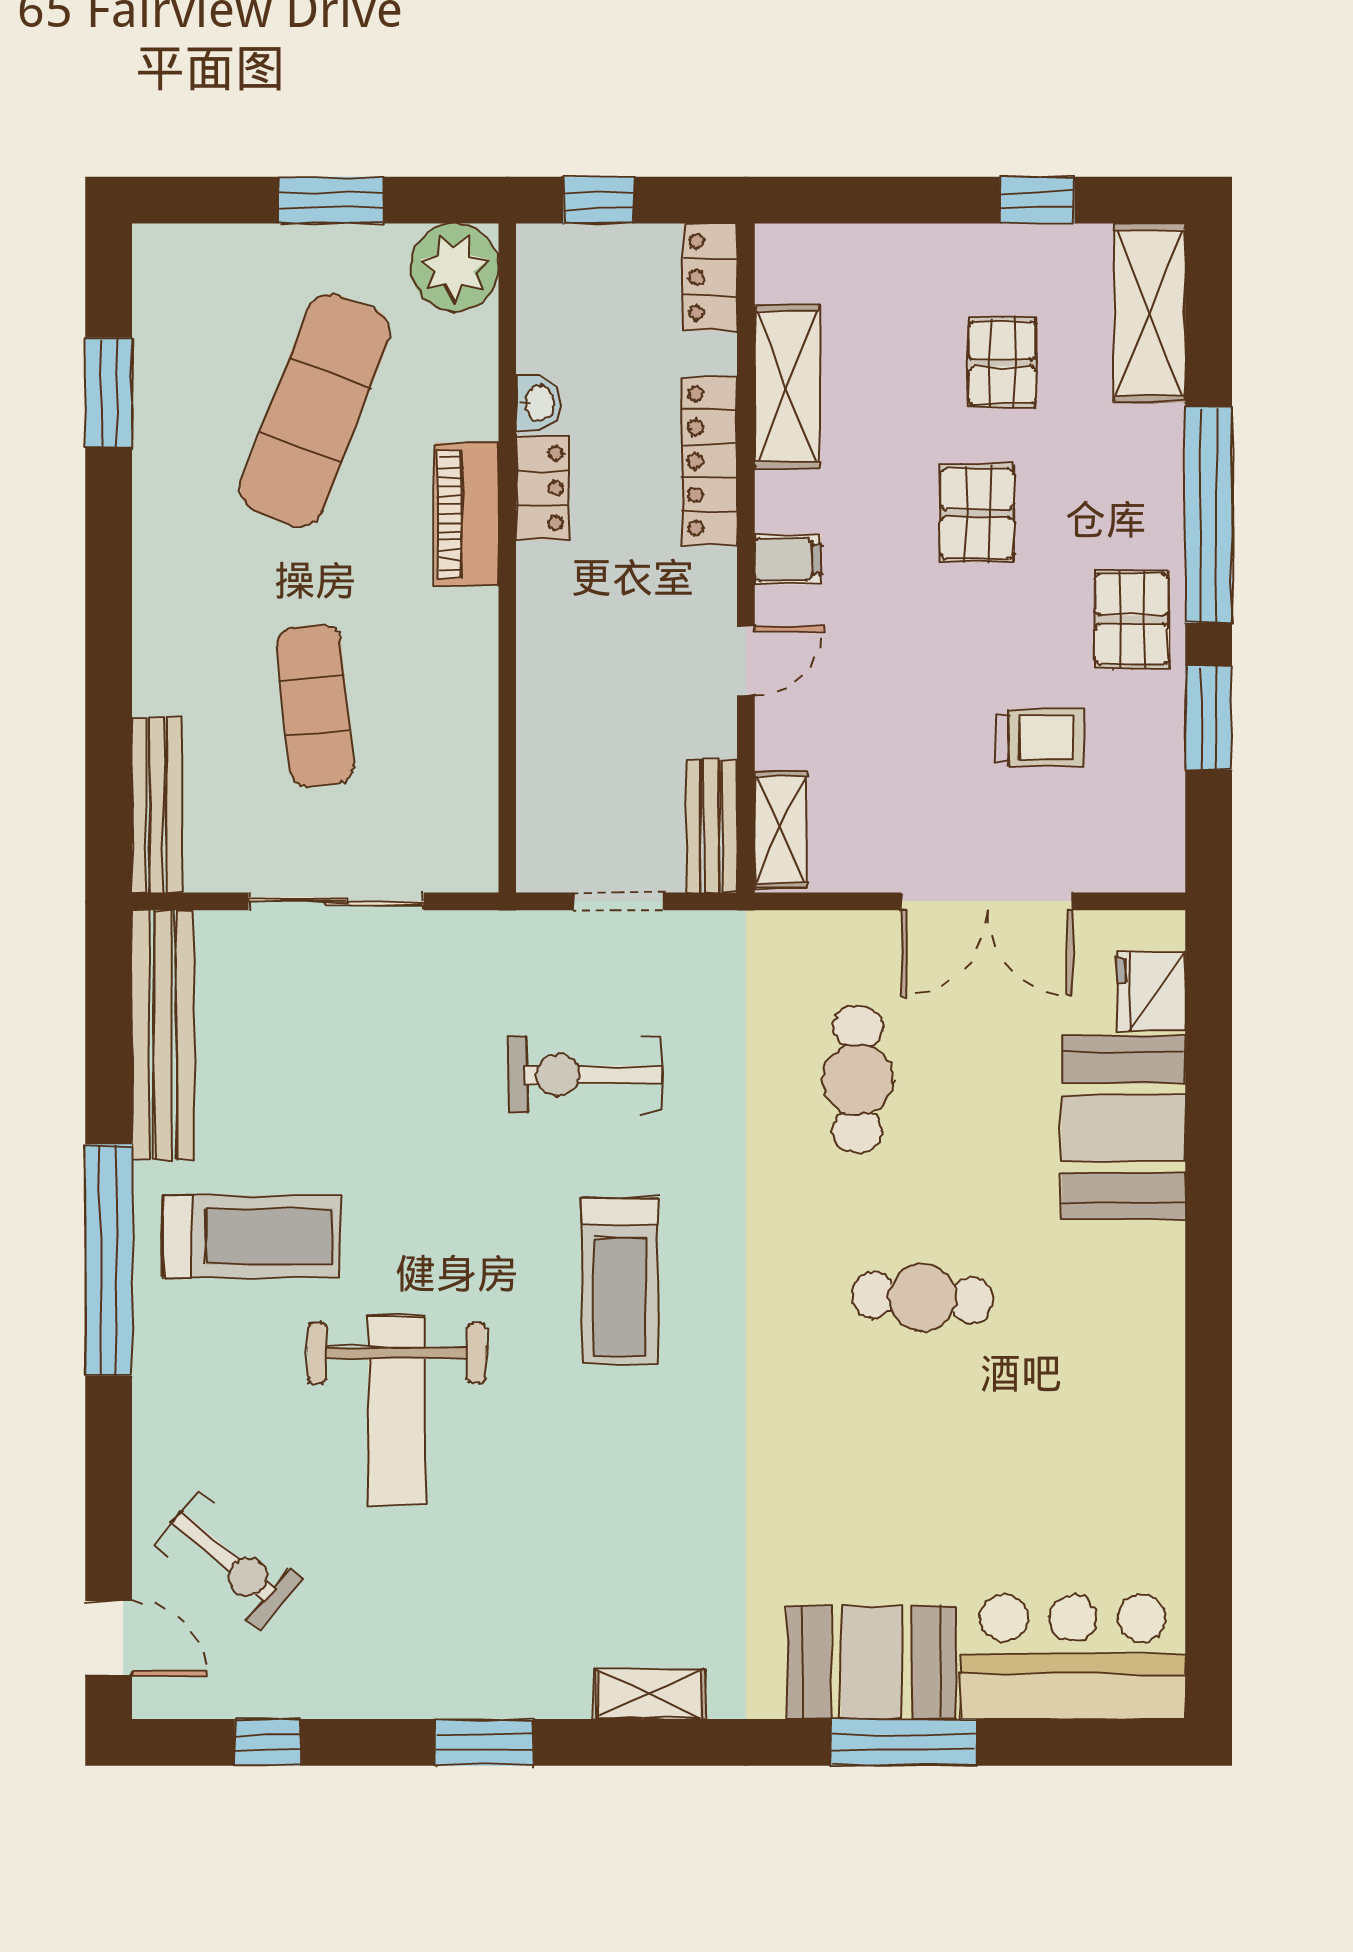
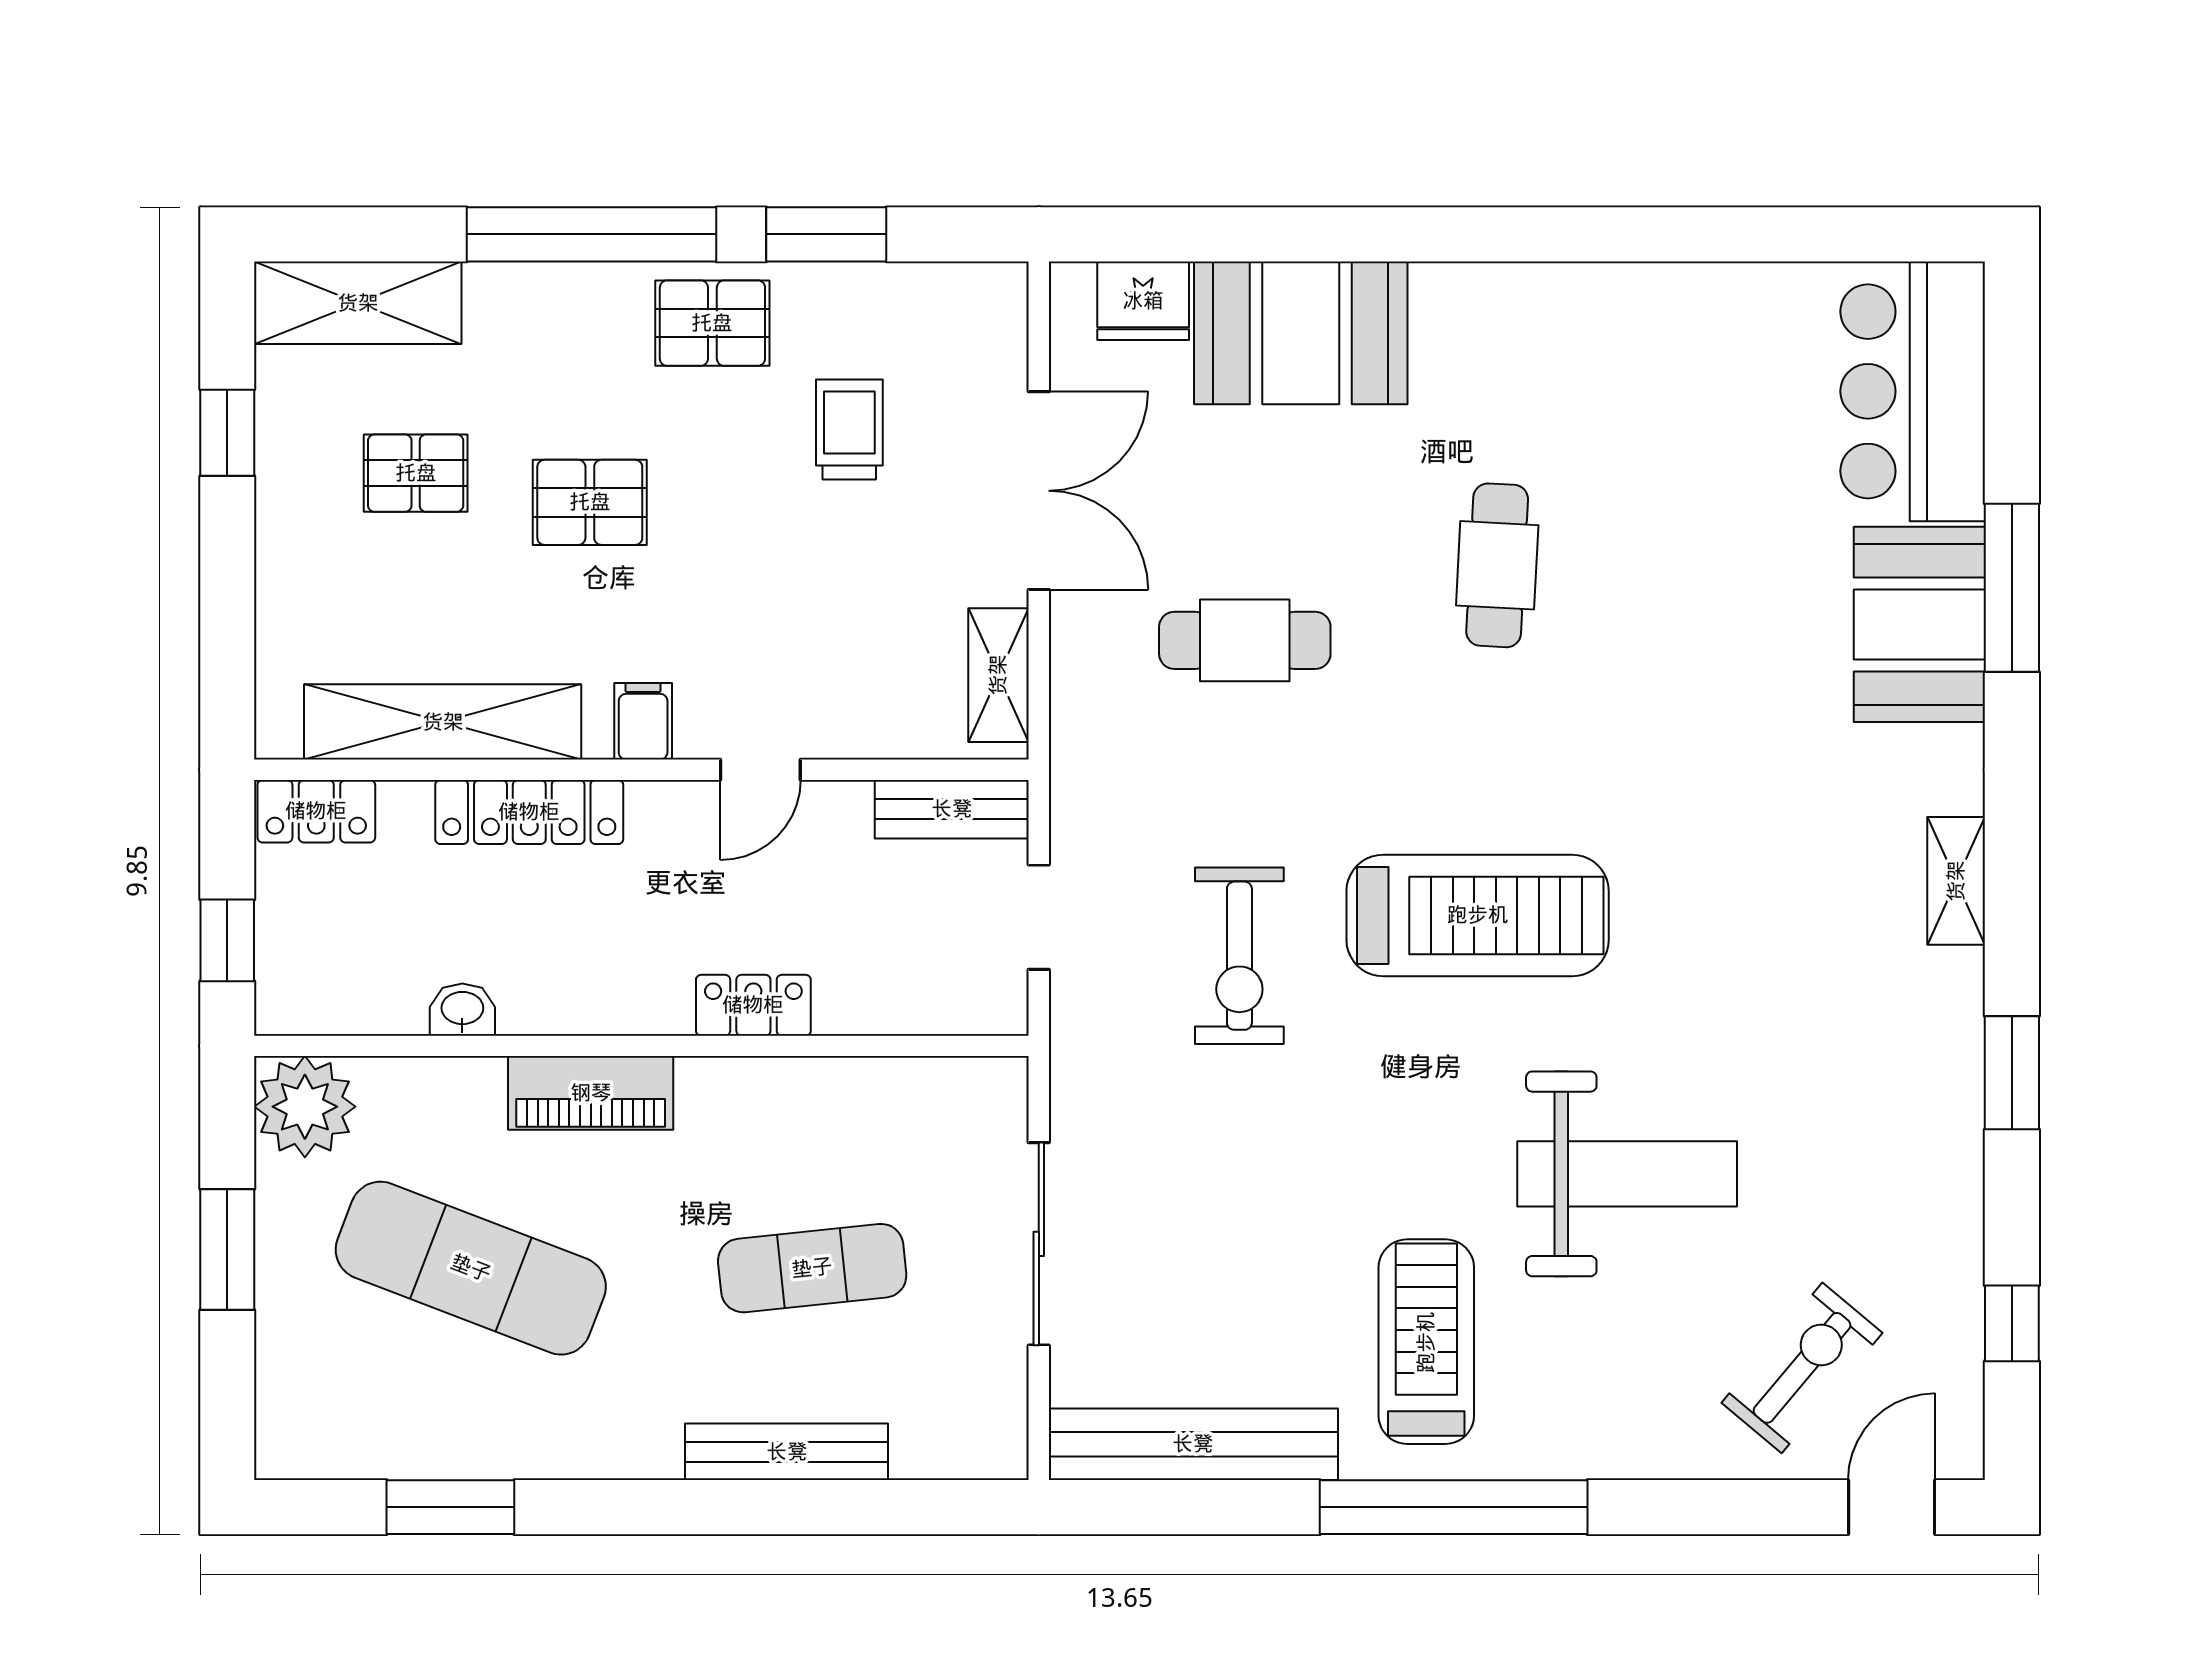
shelving: (787, 386) -> (443, 722), width x1.47
locker: (542, 488) -> (753, 1005), moved
door: (746, 661) -> (760, 770), swing flipped
bench: (156, 805) -> (787, 1452), moved
shelving: (781, 829) -> (998, 675), moved, turned 90
treadmill: (620, 1281) -> (1478, 915), width x1.37, depth x1.38

